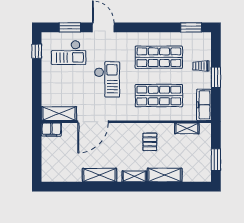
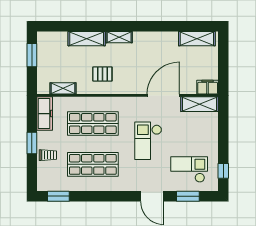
pallet: (150, 142) -> (102, 74), turned 90
shelving: (100, 175) -> (197, 39), moved

